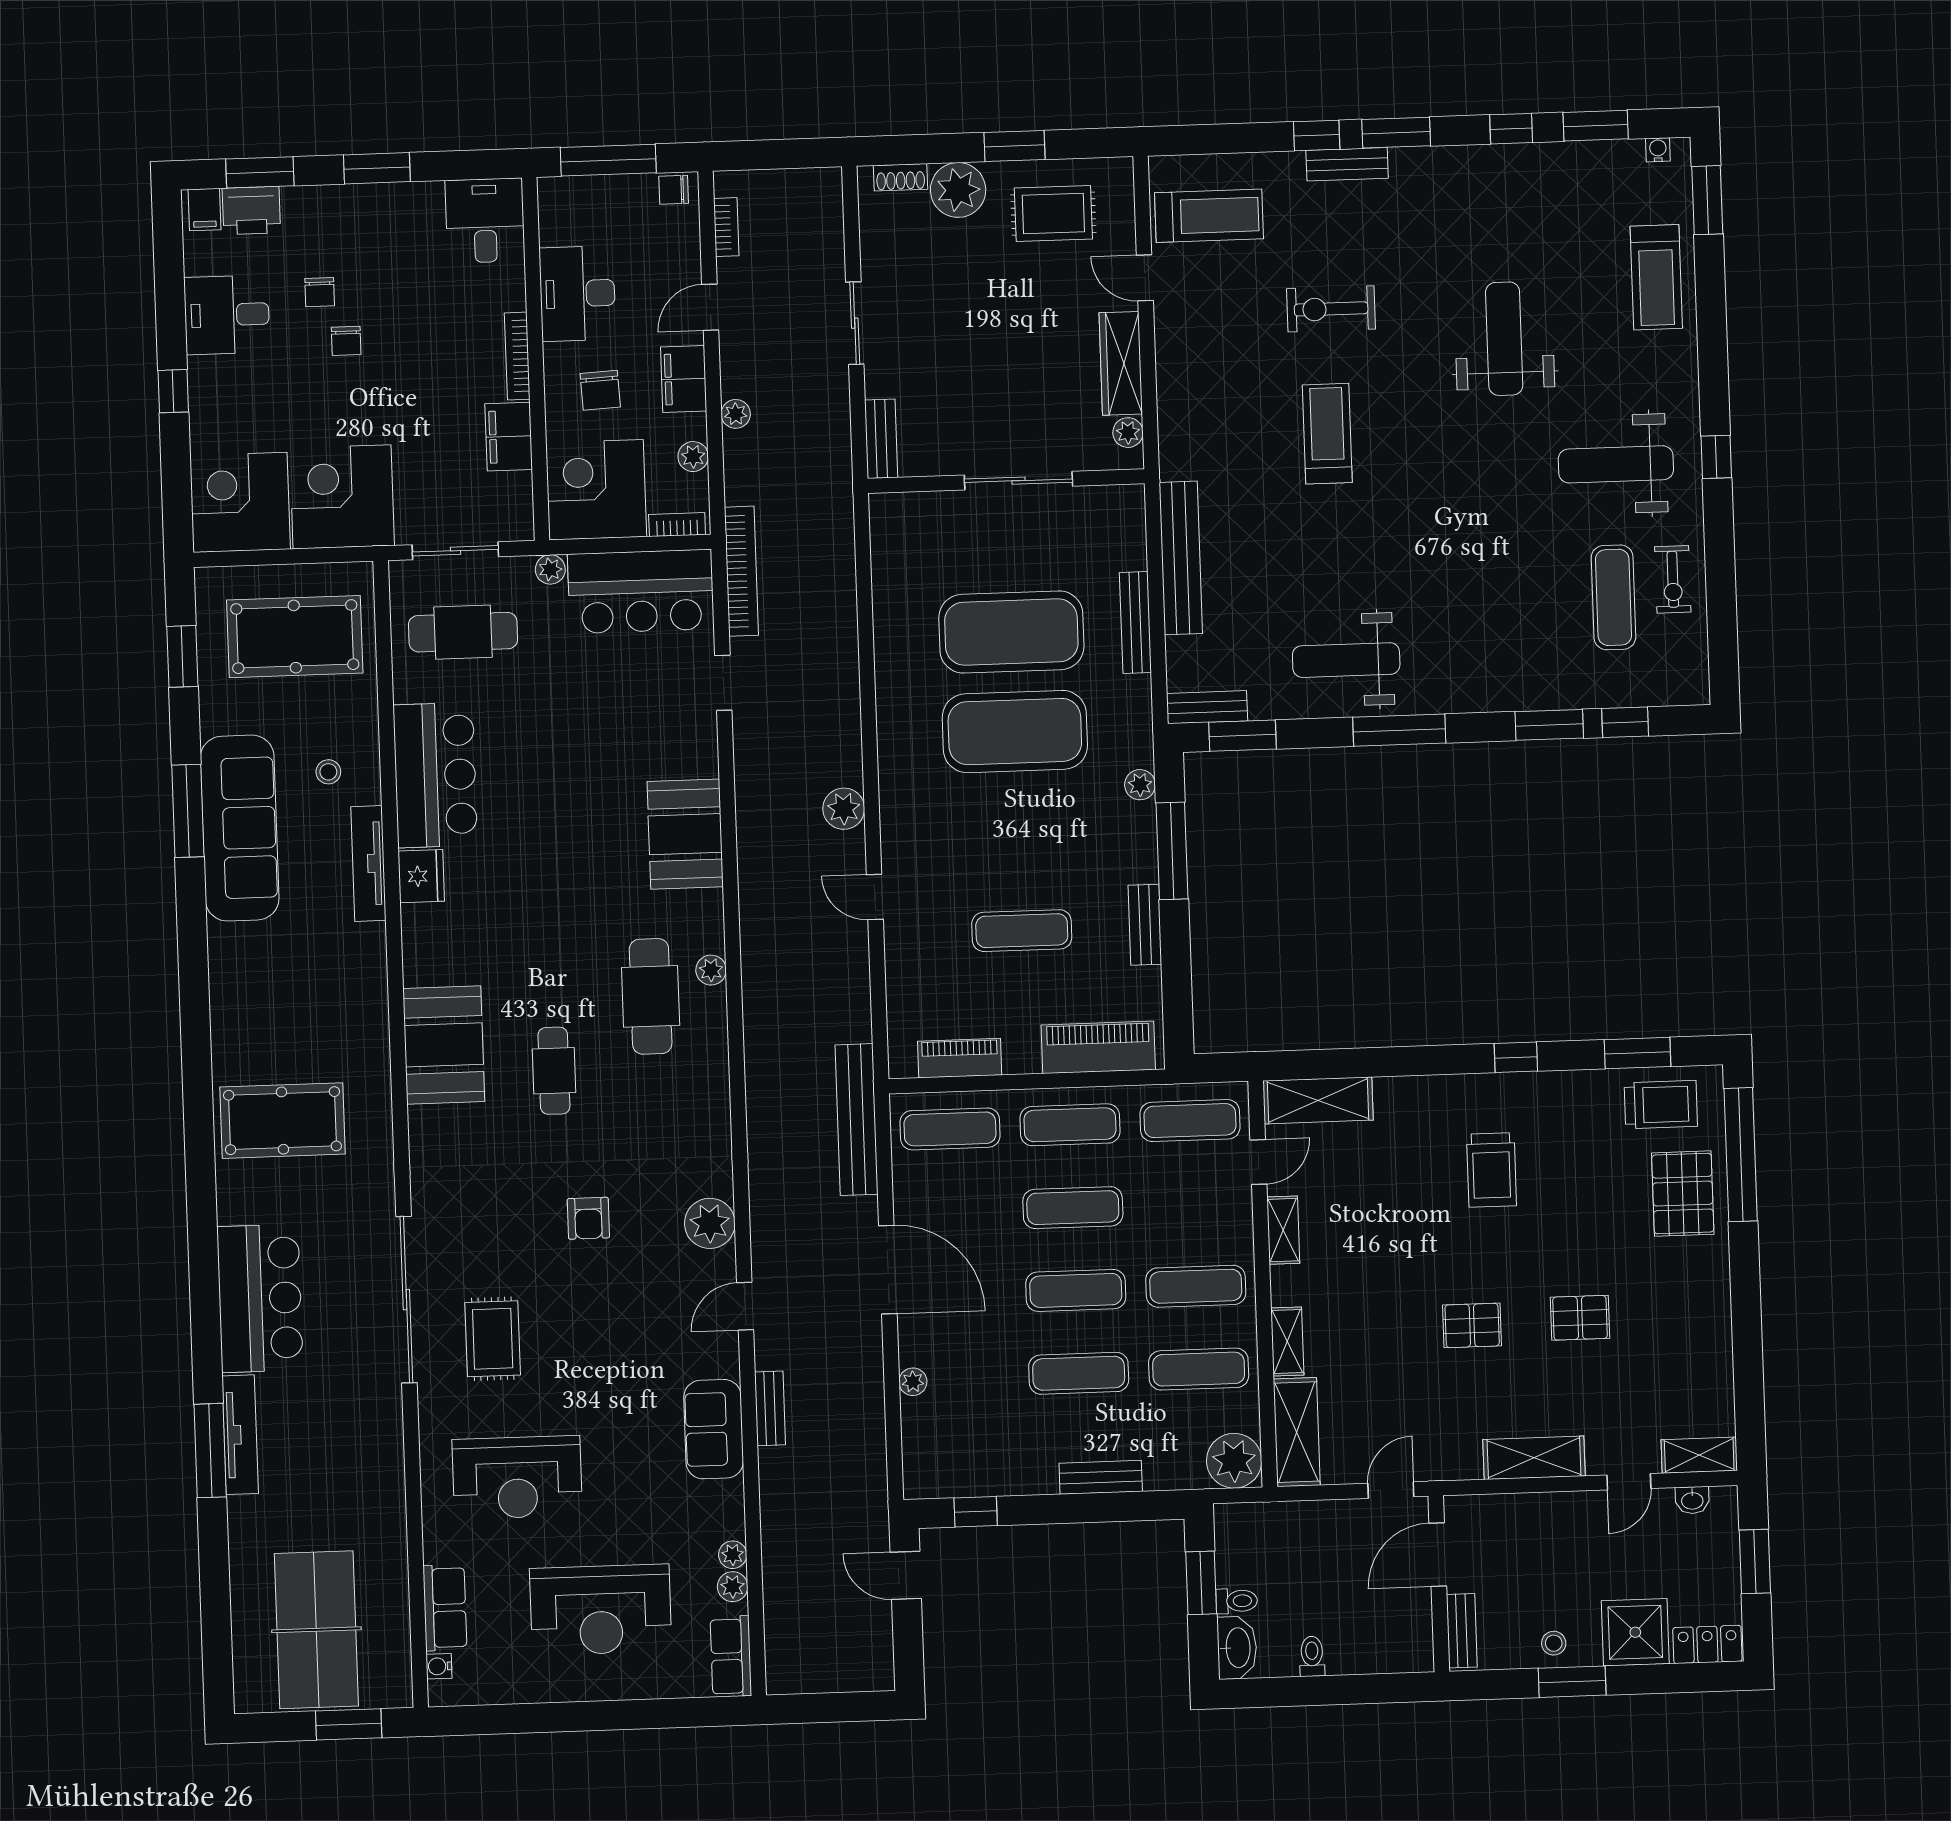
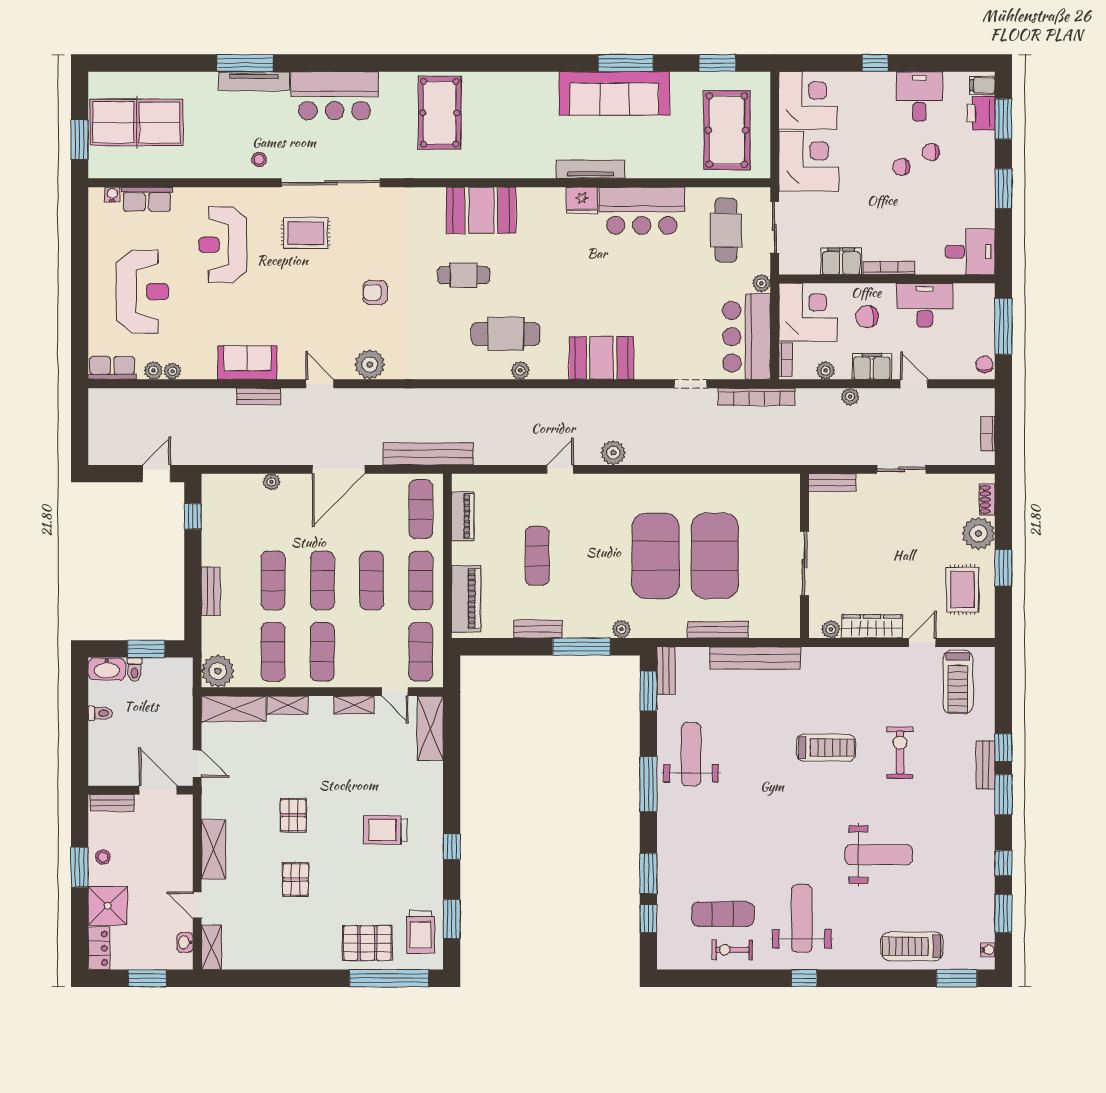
bookcase: (726, 227) -> (988, 434), moved, turned 90
stool: (328, 772) -> (259, 159), moved
reception desk: (601, 1610) -> (142, 292), turned 180

